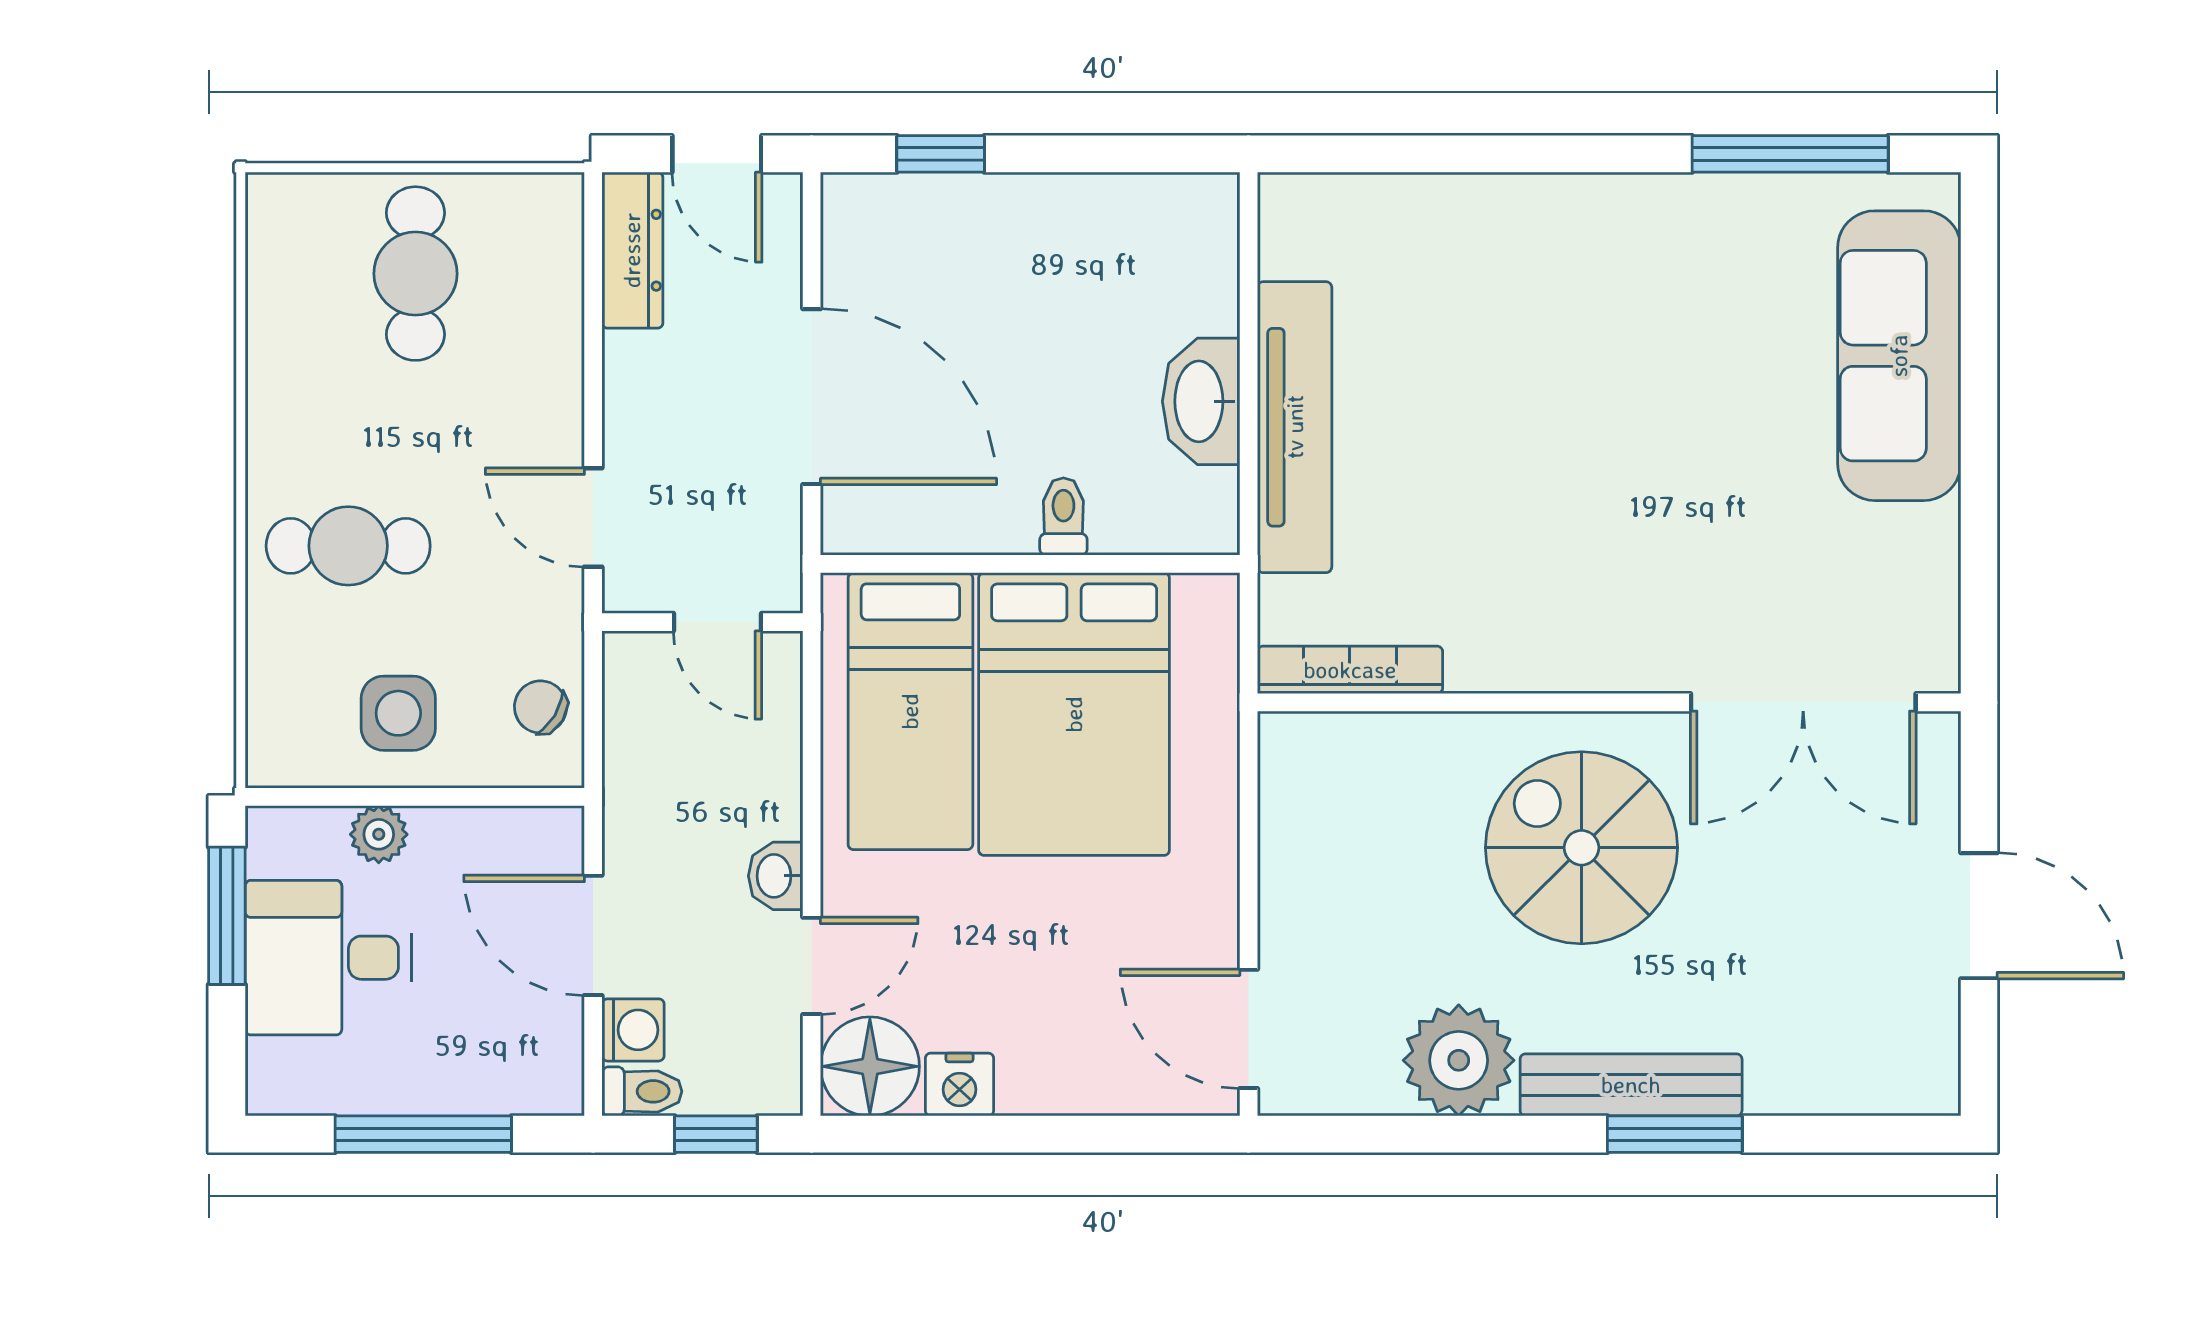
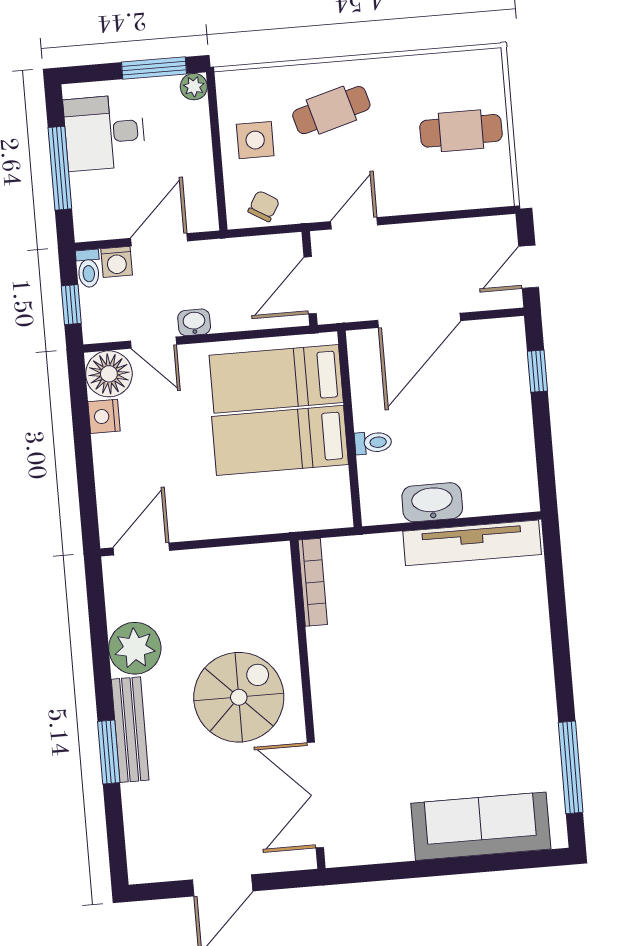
dresser: (632, 250) -> (480, 231), removed
tv unit: (1295, 427) -> (472, 543), moved
cafe table: (348, 546) -> (331, 110), turned 74
door: (717, 622) -> (310, 285), width x1.38
bed: (1074, 714) -> (280, 440), width x0.67
plant: (379, 834) -> (194, 87), moved
desk: (328, 958) -> (105, 133), moved, turned -90

